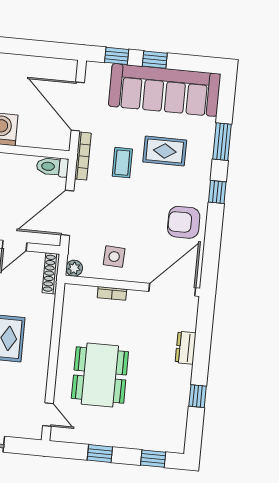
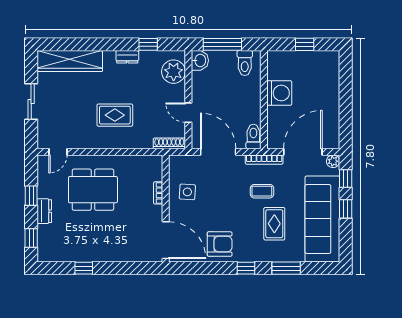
armchair: (184, 222) -> (220, 244), turned 90
plant: (74, 268) -> (333, 161), moved
dresser: (186, 348) -> (44, 211), moved, turned 90

